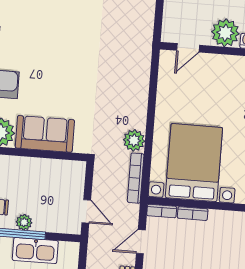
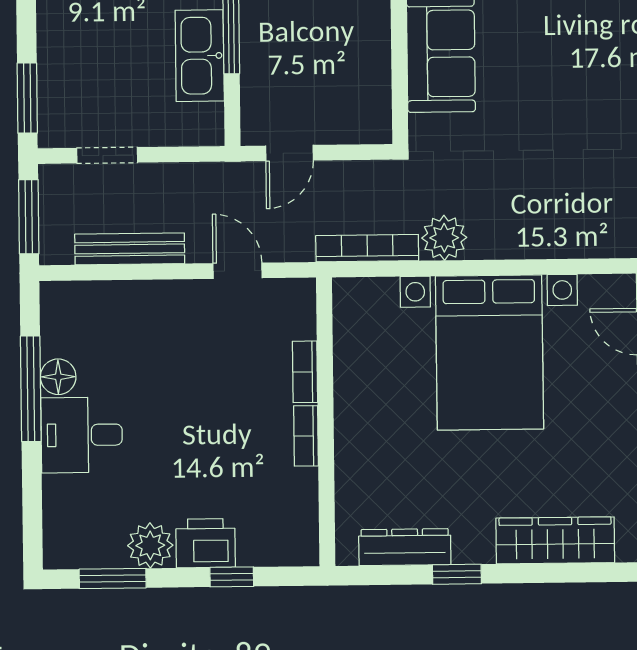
bed with nightstands: (194, 163) -> (489, 352), moved, turned 90
bookcase: (162, 211) -> (306, 436), moved
plant: (24, 222) -> (256, 27), removed

